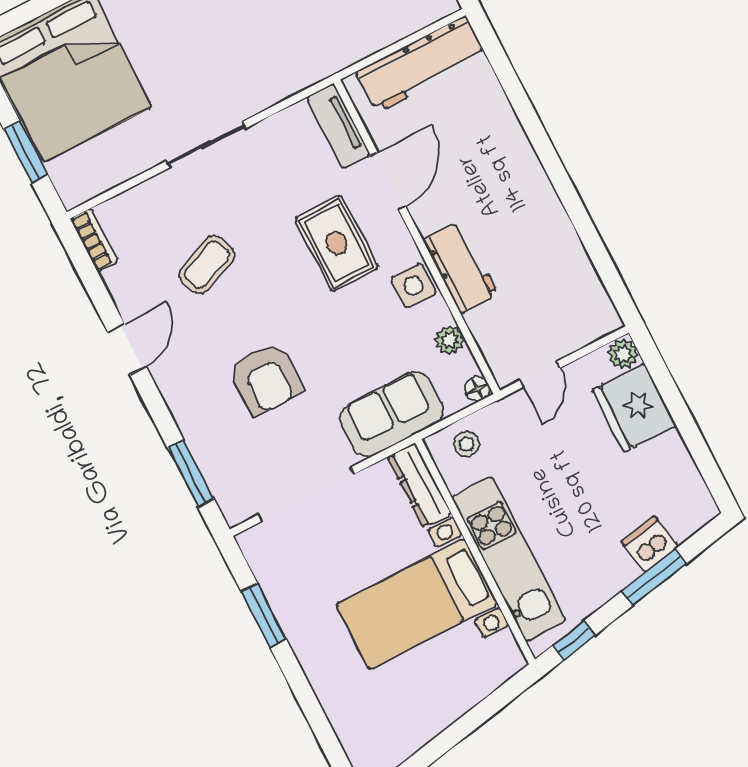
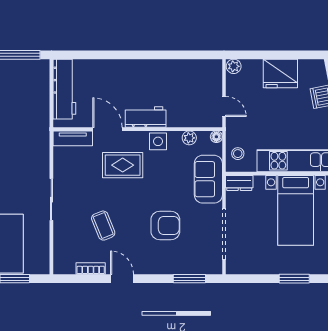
bookcase: (94, 240) -> (91, 269), moved
workbench: (461, 267) -> (146, 117), moved
fridge: (634, 408) -> (280, 73), moved
dresser: (420, 485) -> (239, 183), width x0.70
window: (264, 615) -> (294, 279), moved

